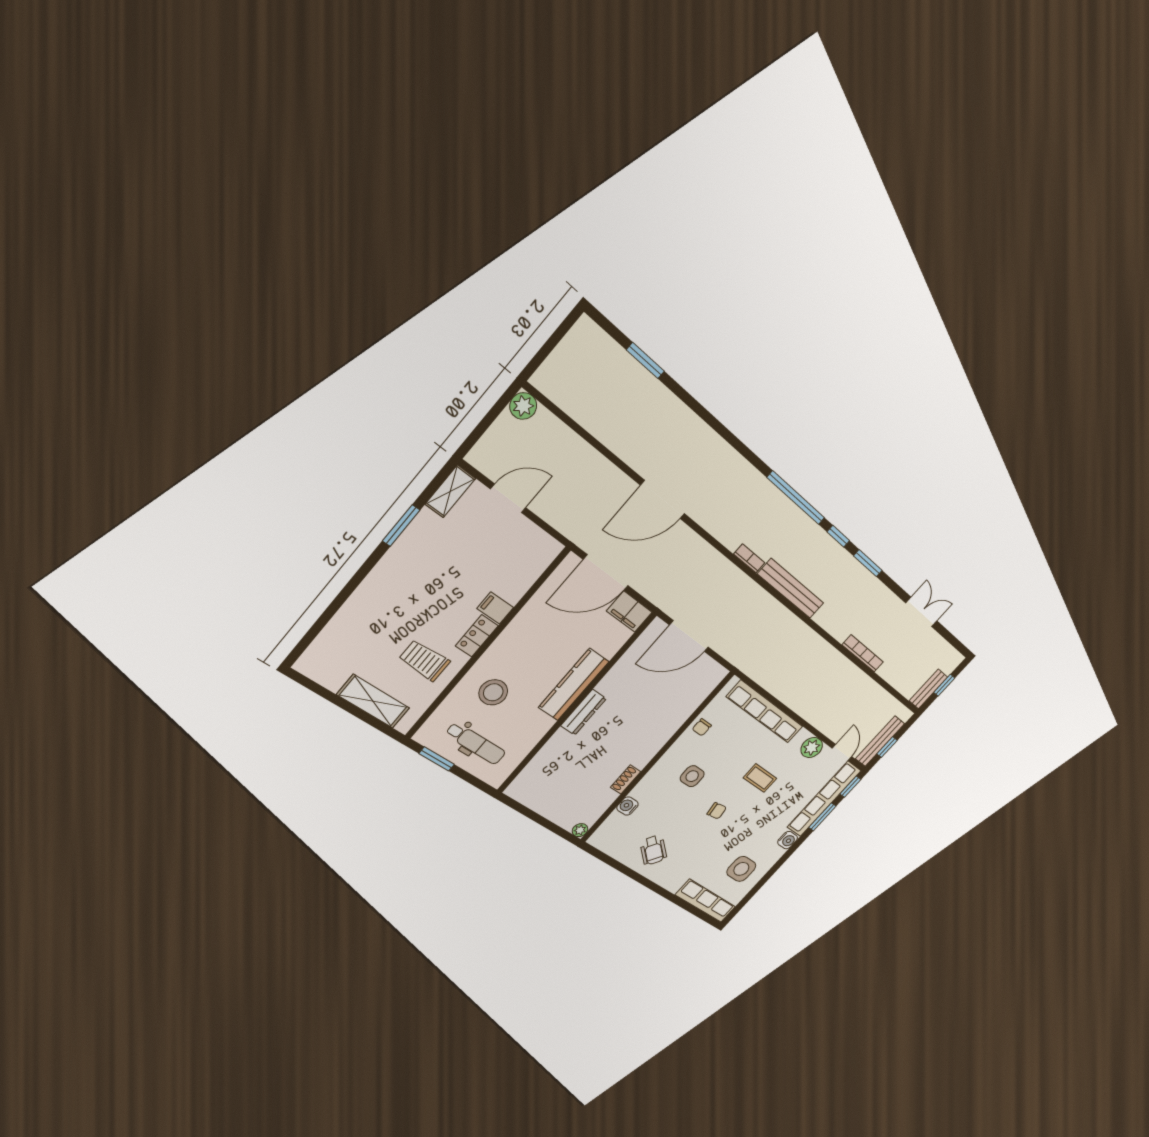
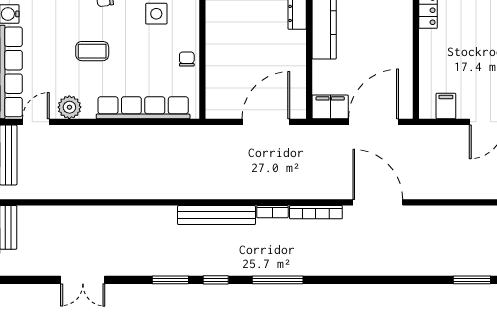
window: (796, 498) -> (278, 280), width x0.68
door: (663, 499) -> (378, 202), hinge flipped
filing cabinet: (495, 608) -> (446, 106), moved, turned -90
bookcase: (863, 653) -> (316, 212), moved
door: (842, 752) -> (36, 122), swing flipped

